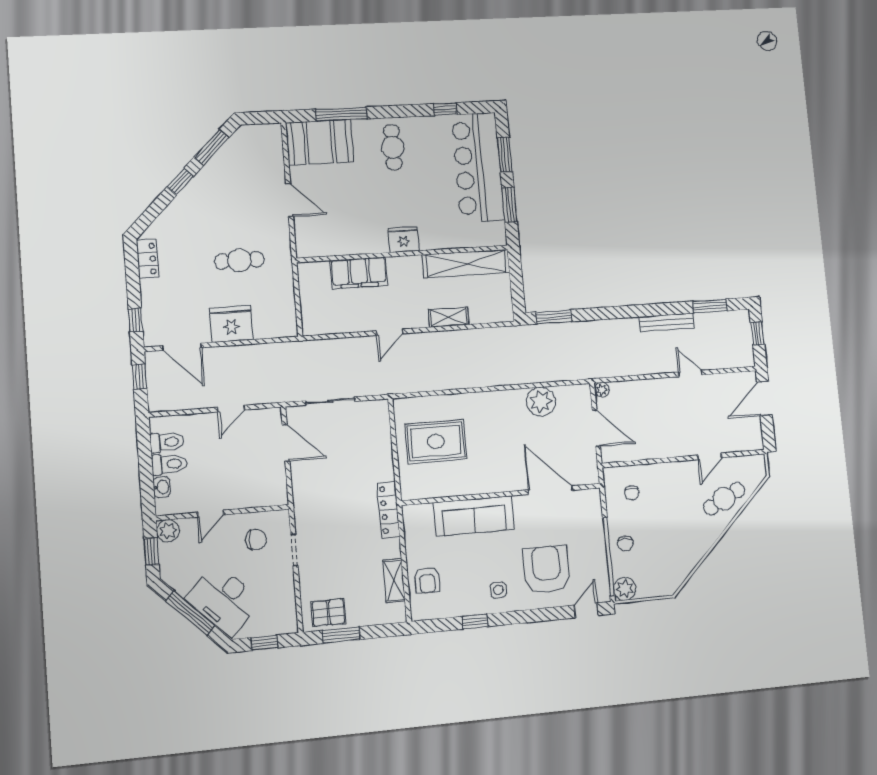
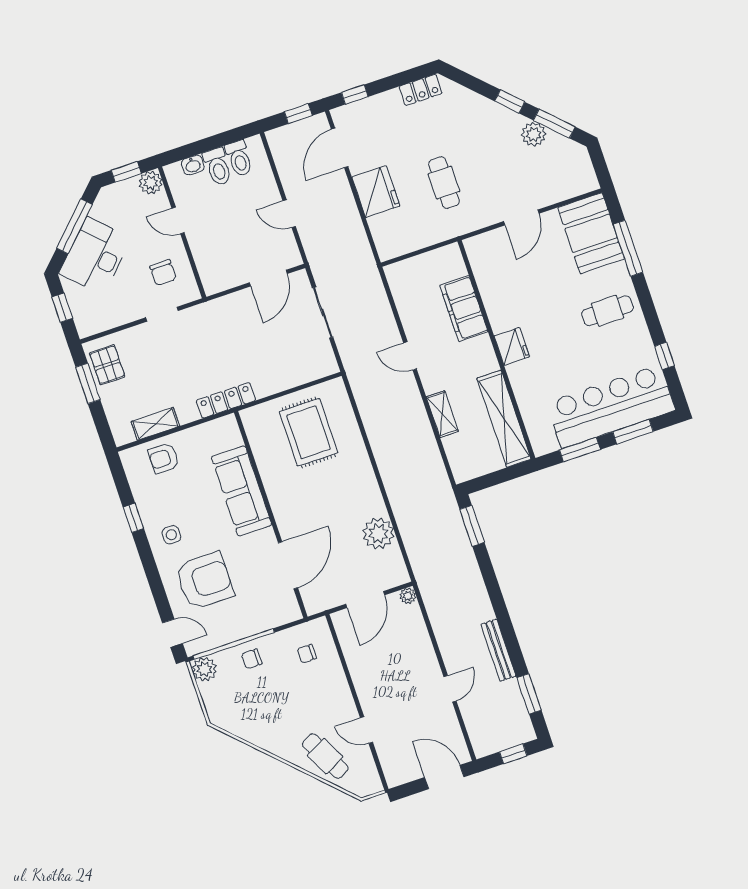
plant: (216, 168) -> (534, 134), added

